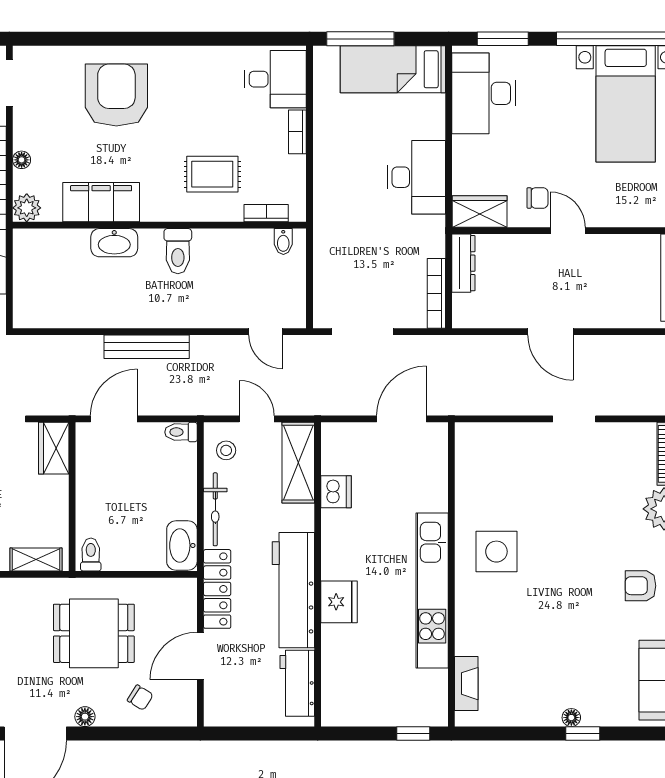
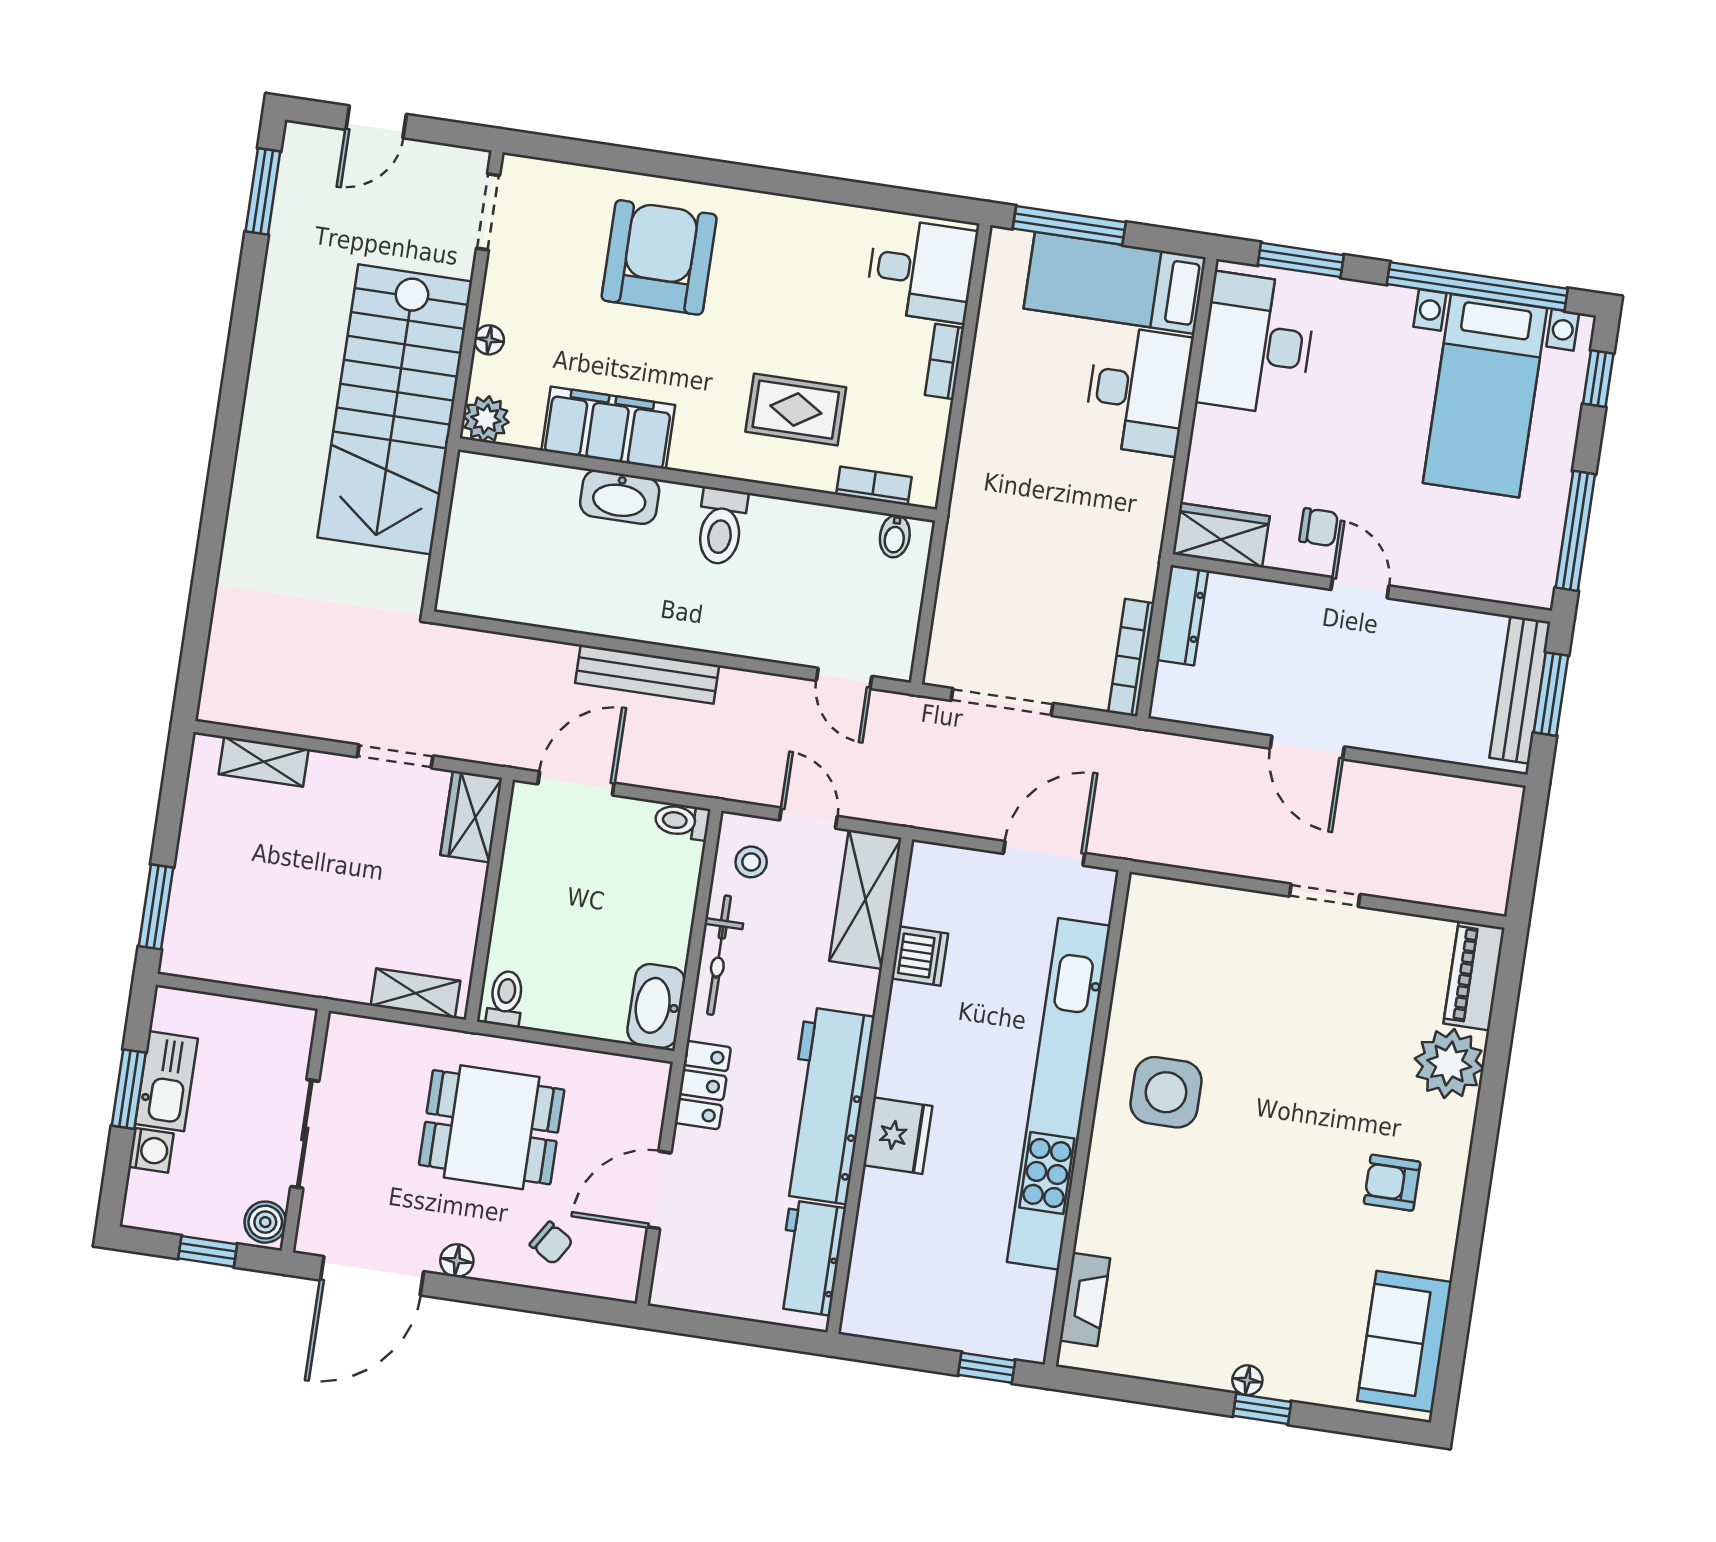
desk: (416, 177) -> (1138, 390), moved
locker: (217, 589) -> (703, 1085), width x0.66
kitchen unit: (432, 590) -> (1059, 1094), width x1.36

